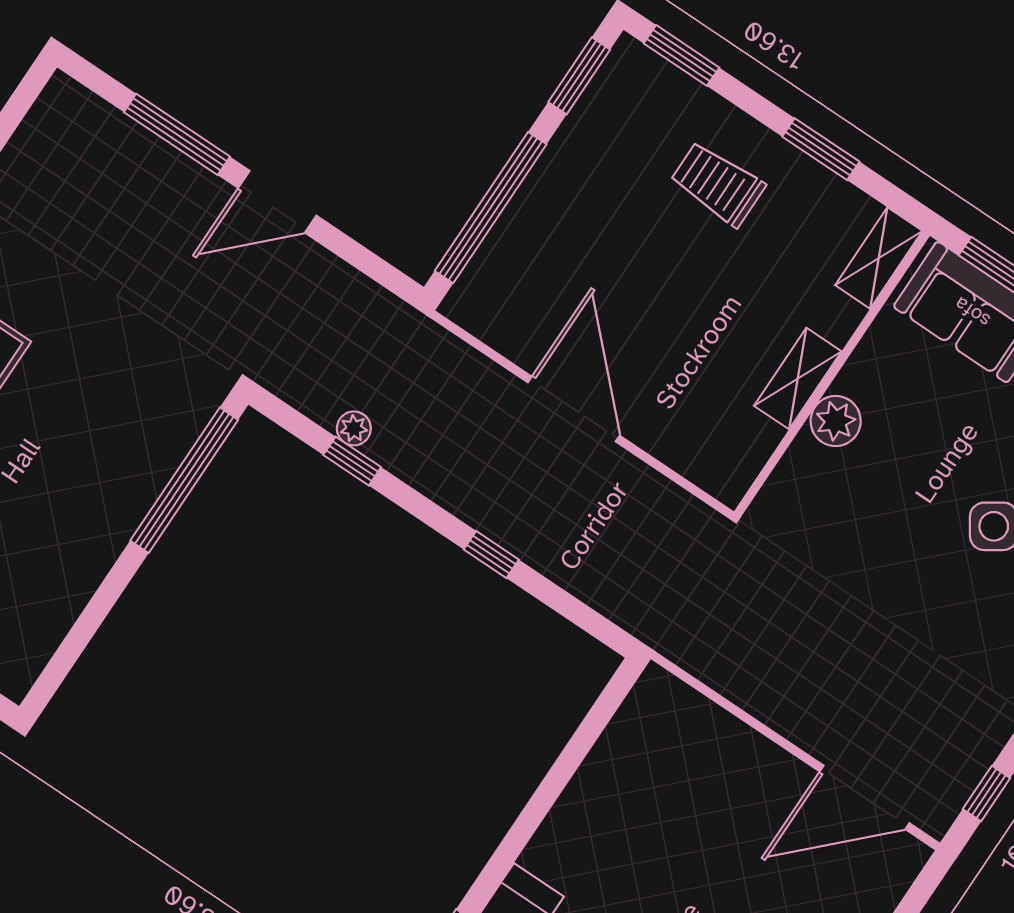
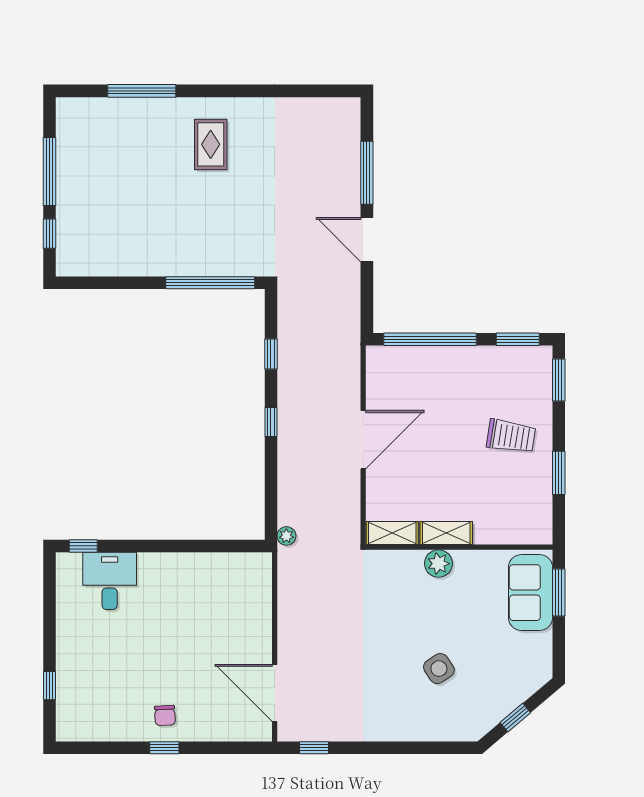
trolley: (718, 184) -> (511, 436), turned 99
shelving: (879, 258) -> (392, 533), moved
plant: (354, 428) -> (286, 536), moved
window: (491, 555) -> (271, 422), moved

